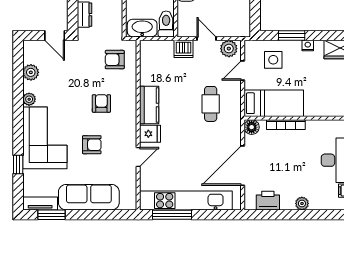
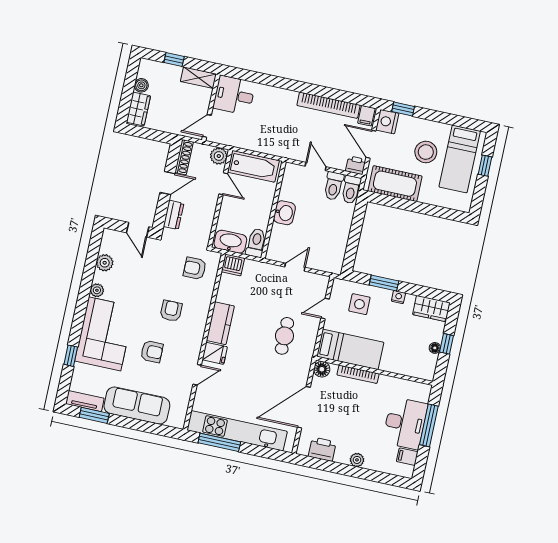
door: (207, 39) -> (295, 267), hinge flipped
dishwasher: (183, 49) -> (233, 265), moved
plant: (229, 49) -> (316, 283), removed

